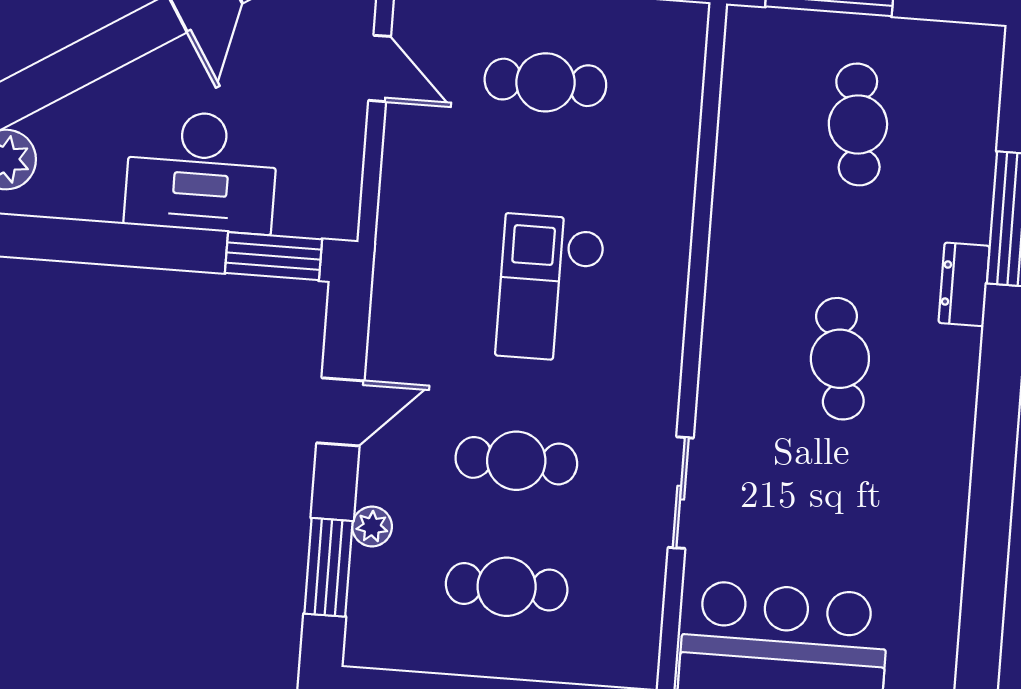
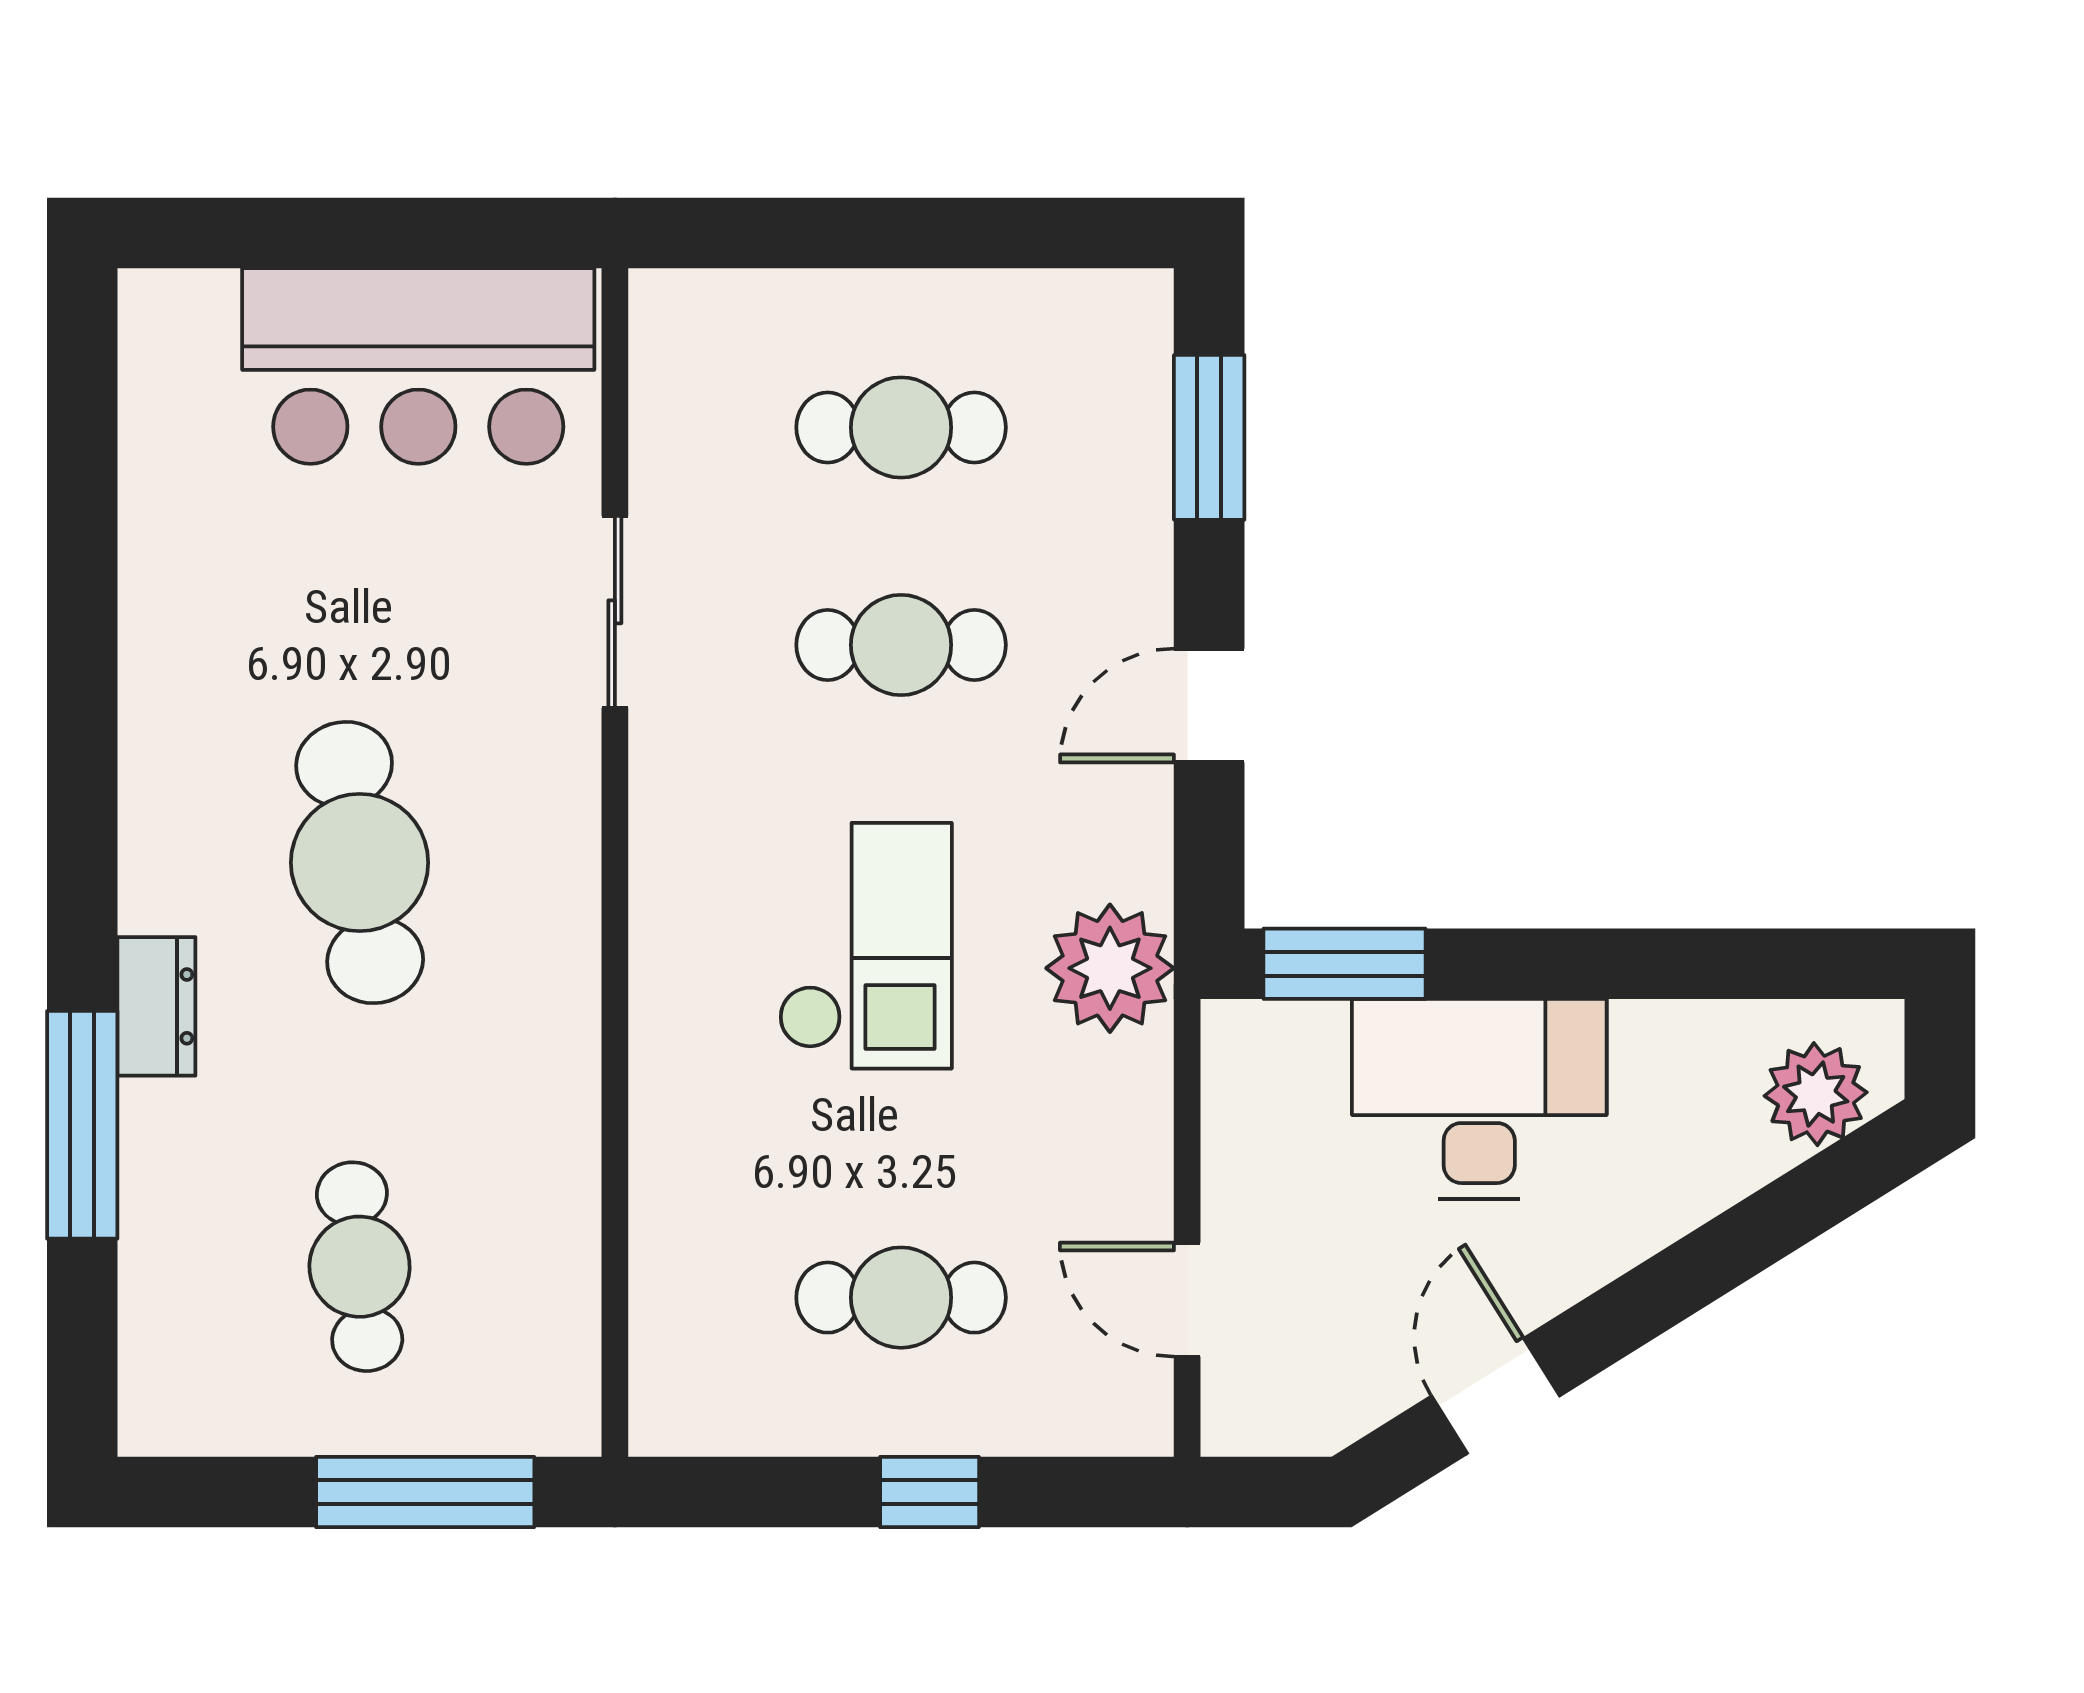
cafe table: (840, 359) -> (360, 863), width x1.37, depth x1.35
plant: (372, 526) -> (1110, 968), moved, width x1.88, depth x1.88

